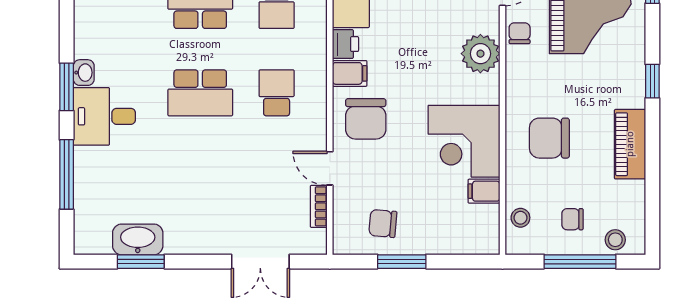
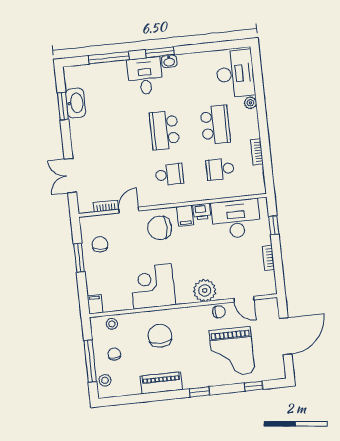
filing cabinet: (484, 191) -> (95, 304), moved

